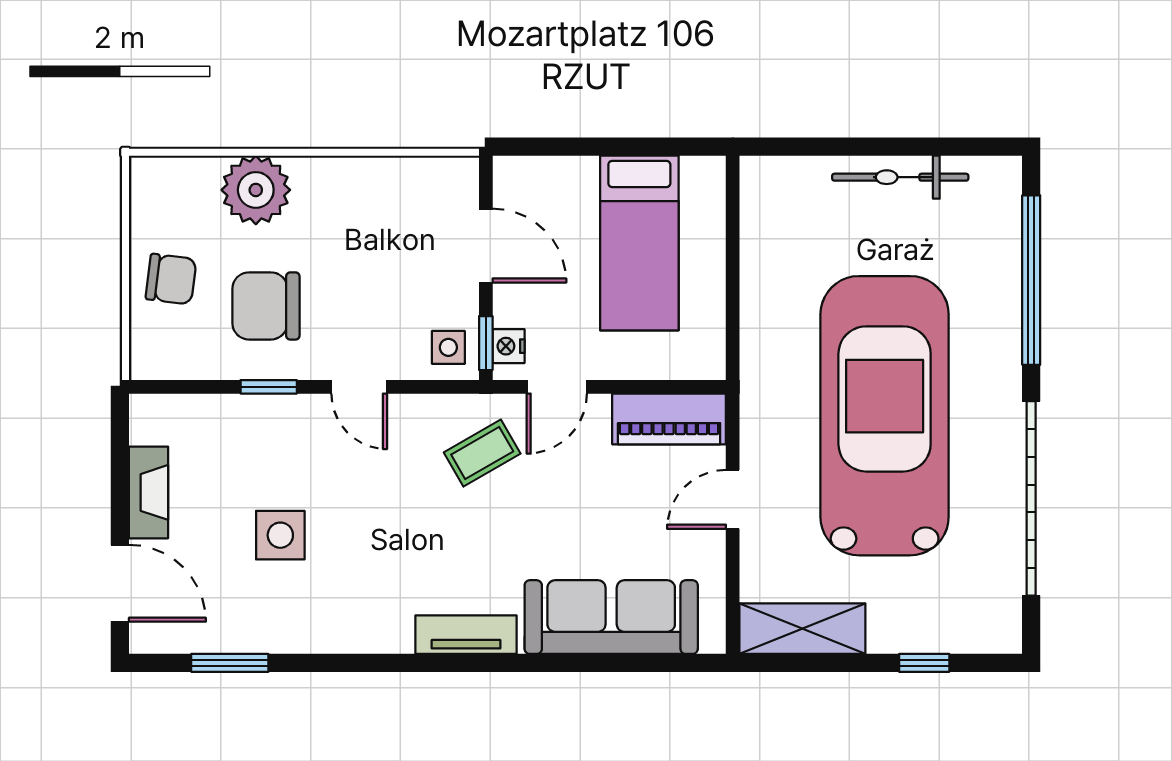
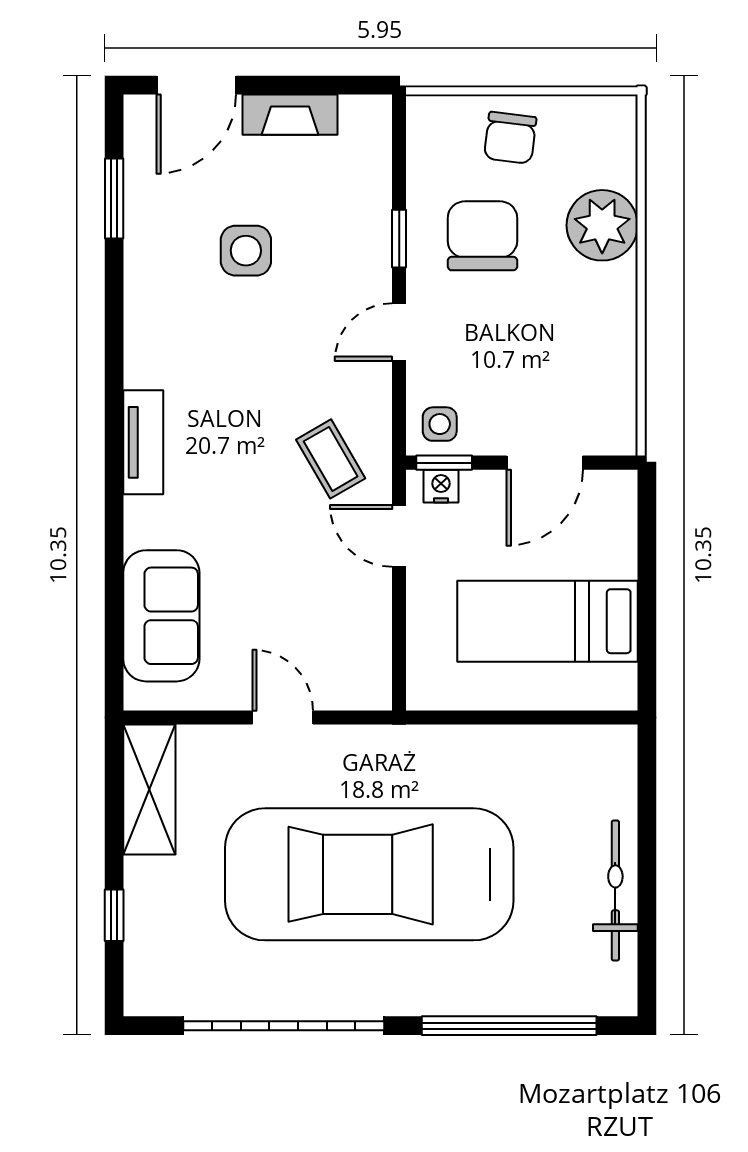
car: (885, 416) -> (369, 874), turned 180
piano: (669, 419) -> (366, 652), removed
sofa: (611, 617) -> (161, 616), width x0.73

